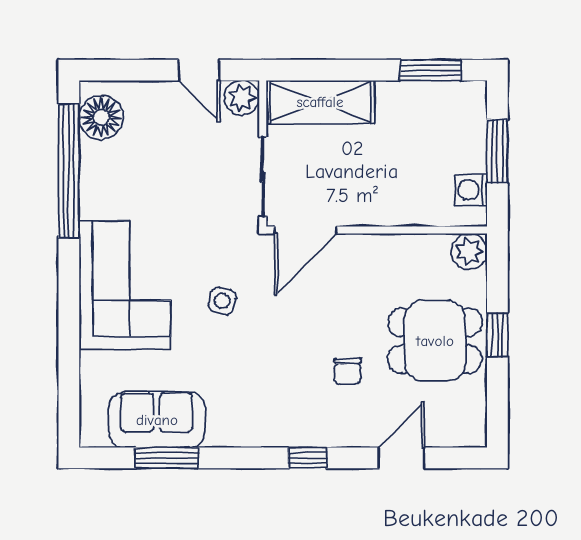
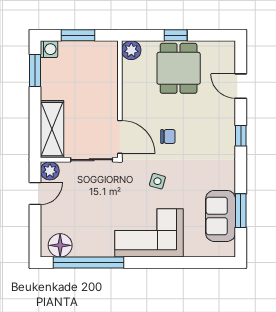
washing machine: (471, 190) -> (49, 49), moved, turned -90
chair: (348, 371) -> (168, 137), moved

